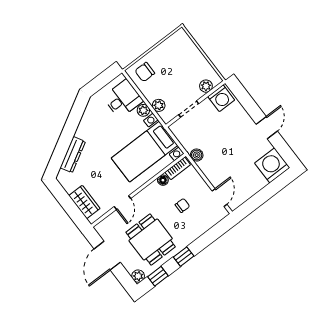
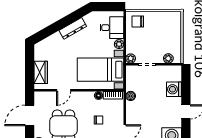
washing machine: (221, 98) -> (174, 89), moved, turned 90
plant: (159, 105) -> (131, 58), moved
dresser: (73, 155) -> (73, 28), moved

